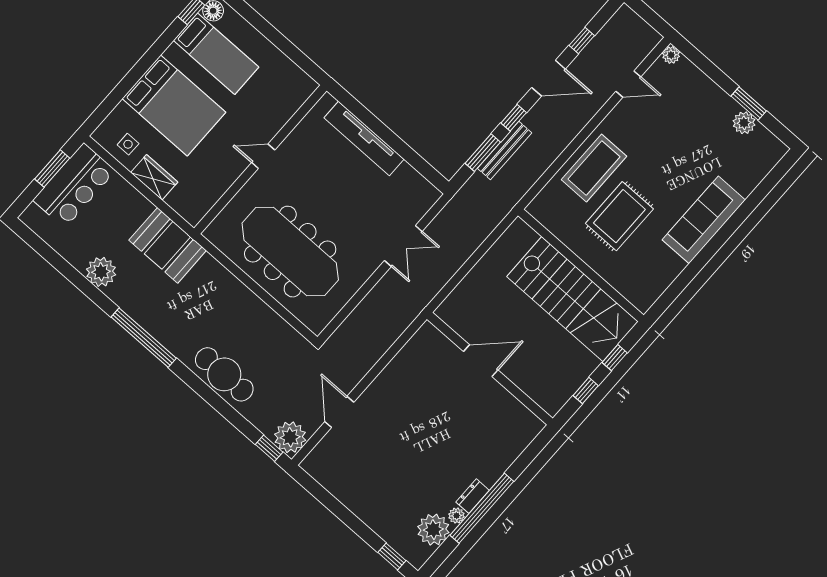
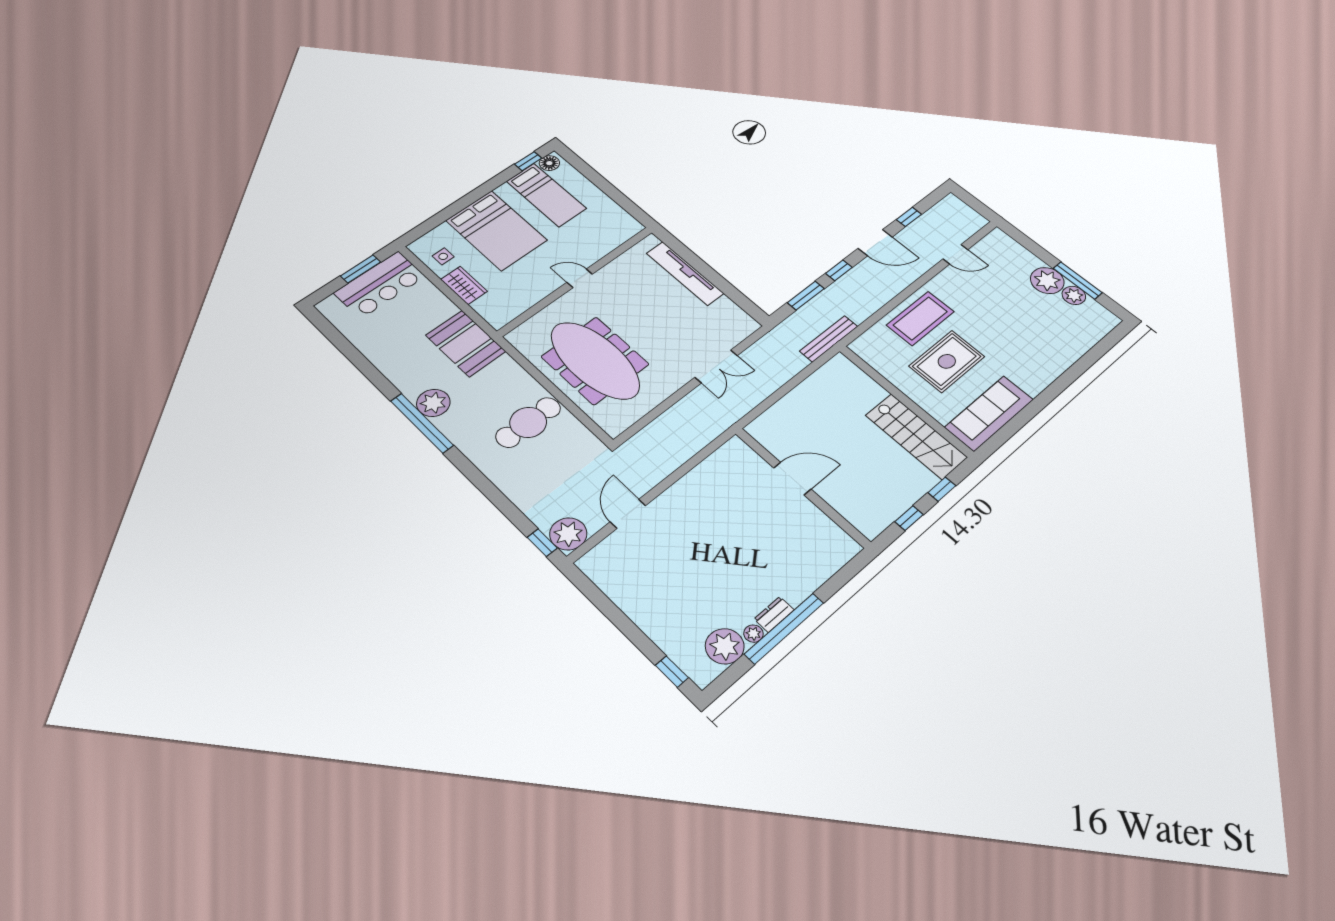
plant: (671, 55) -> (1047, 281), moved, width x1.88, depth x1.88
window: (749, 104) -> (1078, 280), width x1.44
bench: (505, 151) -> (829, 339), moved
sofa: (704, 220) -> (989, 413), moved
plant: (101, 272) -> (433, 403), moved
stairs: (572, 299) -> (916, 436), width x0.73, depth x0.66
cafe table: (224, 374) -> (528, 422), moved, turned 90

